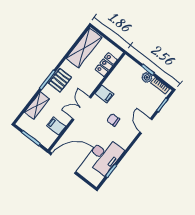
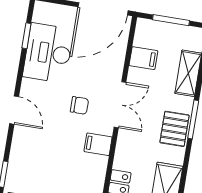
chair: (113, 120) -> (79, 105), moved
door: (146, 126) -> (14, 110), moved

